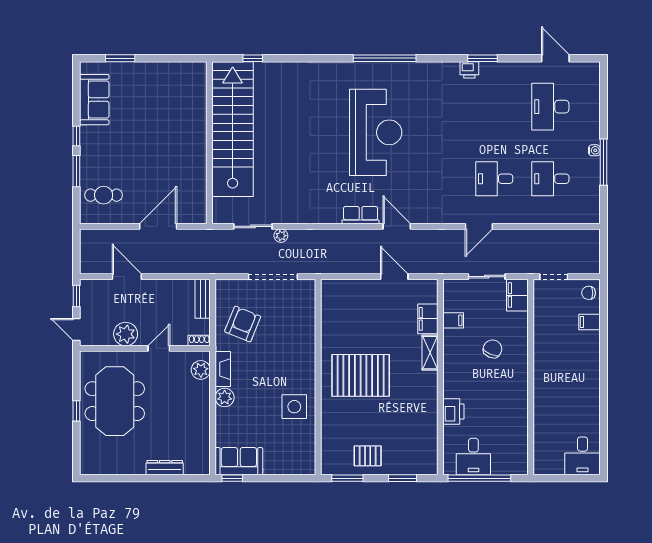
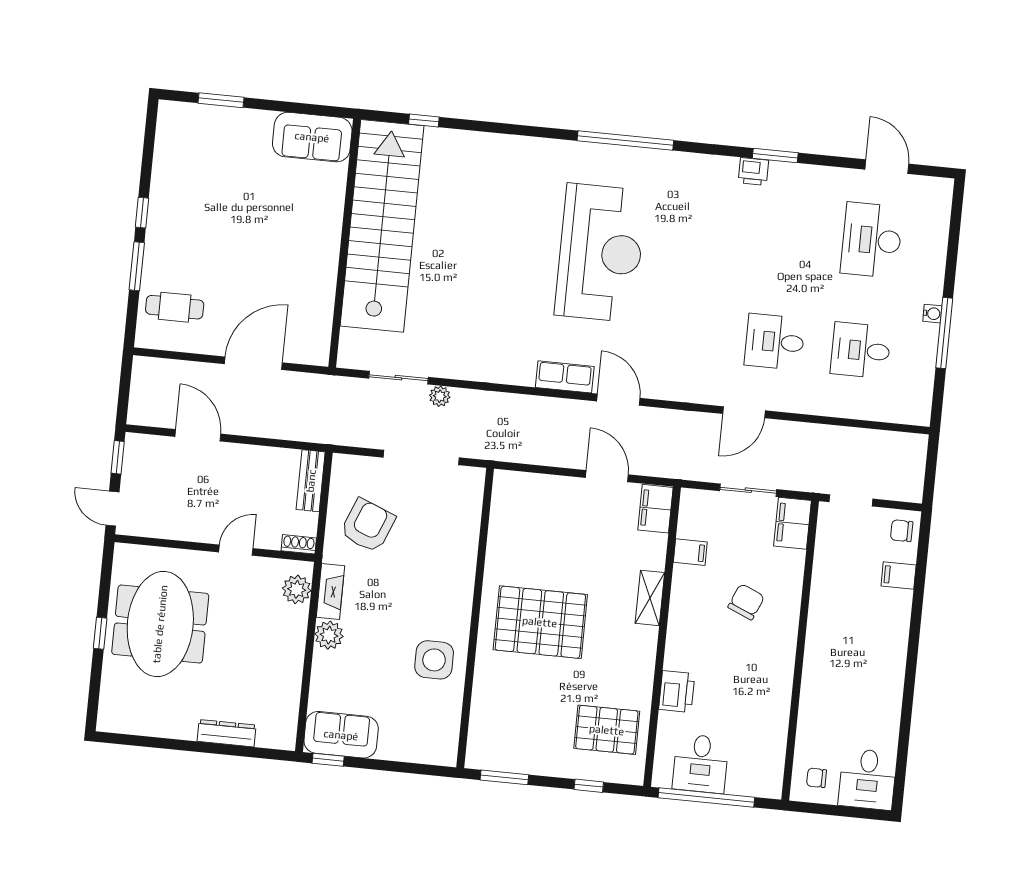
sofa: (94, 100) -> (312, 137), moved, turned 90
filing cabinet: (428, 319) -> (655, 509), moved
plant: (126, 334) -> (187, 523), removed
pallet: (368, 456) -> (607, 730), moved, width x1.50, depth x1.42
chair: (549, 458) -> (817, 778), added
window: (403, 478) -> (589, 786), width x0.67

